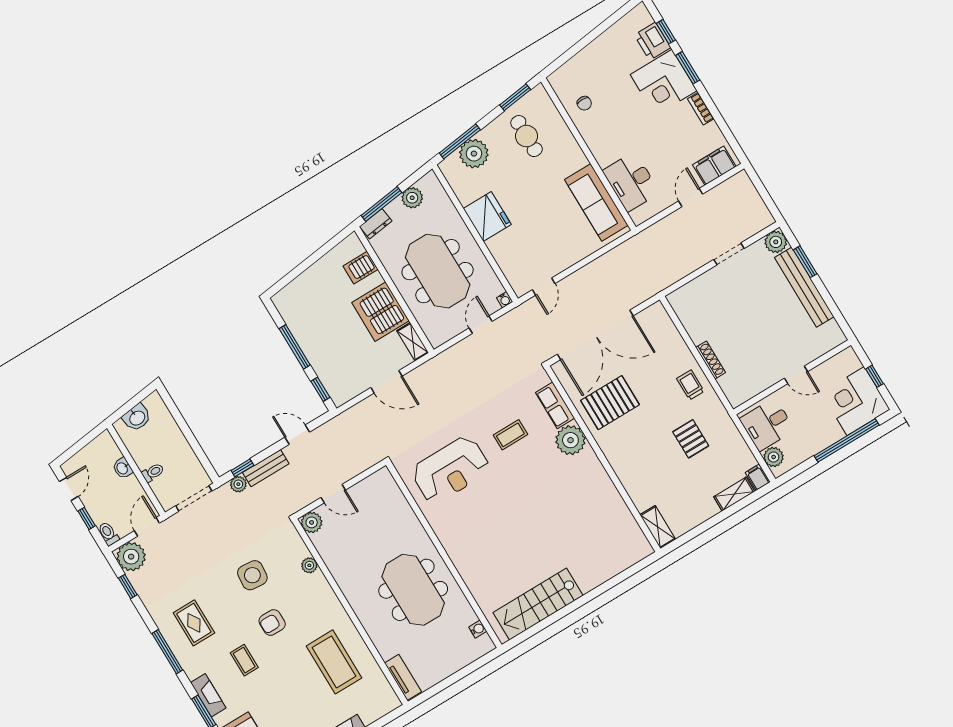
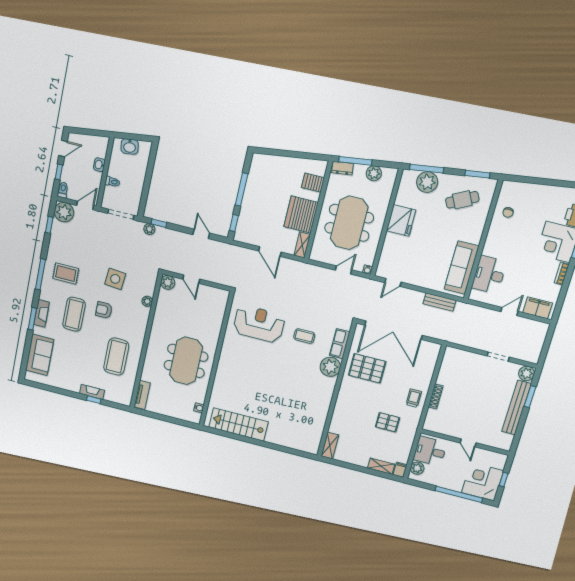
cafe table: (527, 136) -> (462, 200), turned 63
pallet: (691, 439) -> (388, 422), turned 90
bench: (266, 468) -> (439, 302), moved
reception desk: (450, 470) -> (259, 324), turned 180
rug: (194, 623) -> (66, 273), turned 90
coffee table: (244, 660) -> (74, 314), width x1.86, depth x1.72

